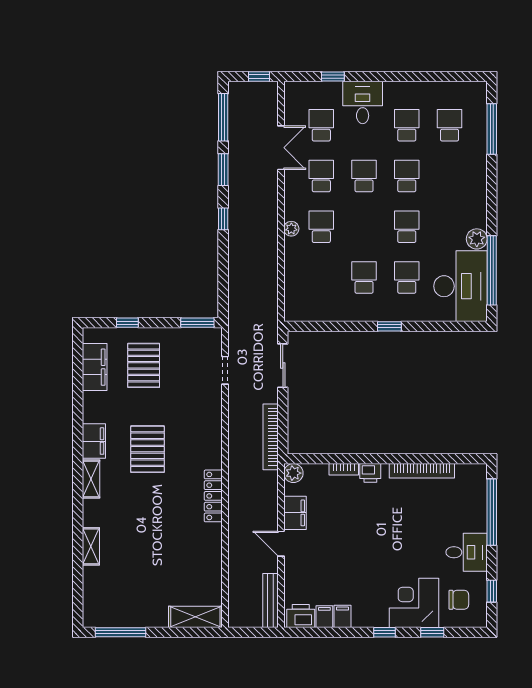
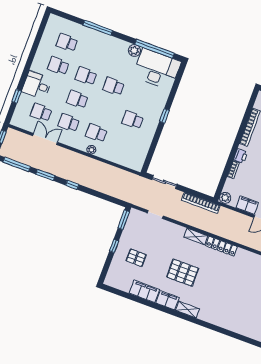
window: (492, 129) -> (98, 28), moved
school desk: (407, 277) -> (141, 96), removed
window: (127, 323) -> (114, 246), moved
pallet: (144, 365) -> (136, 258), width x0.67, depth x0.71
filing cabinet: (95, 367) -> (144, 291), moved
shelving: (91, 546) -> (196, 236), moved

